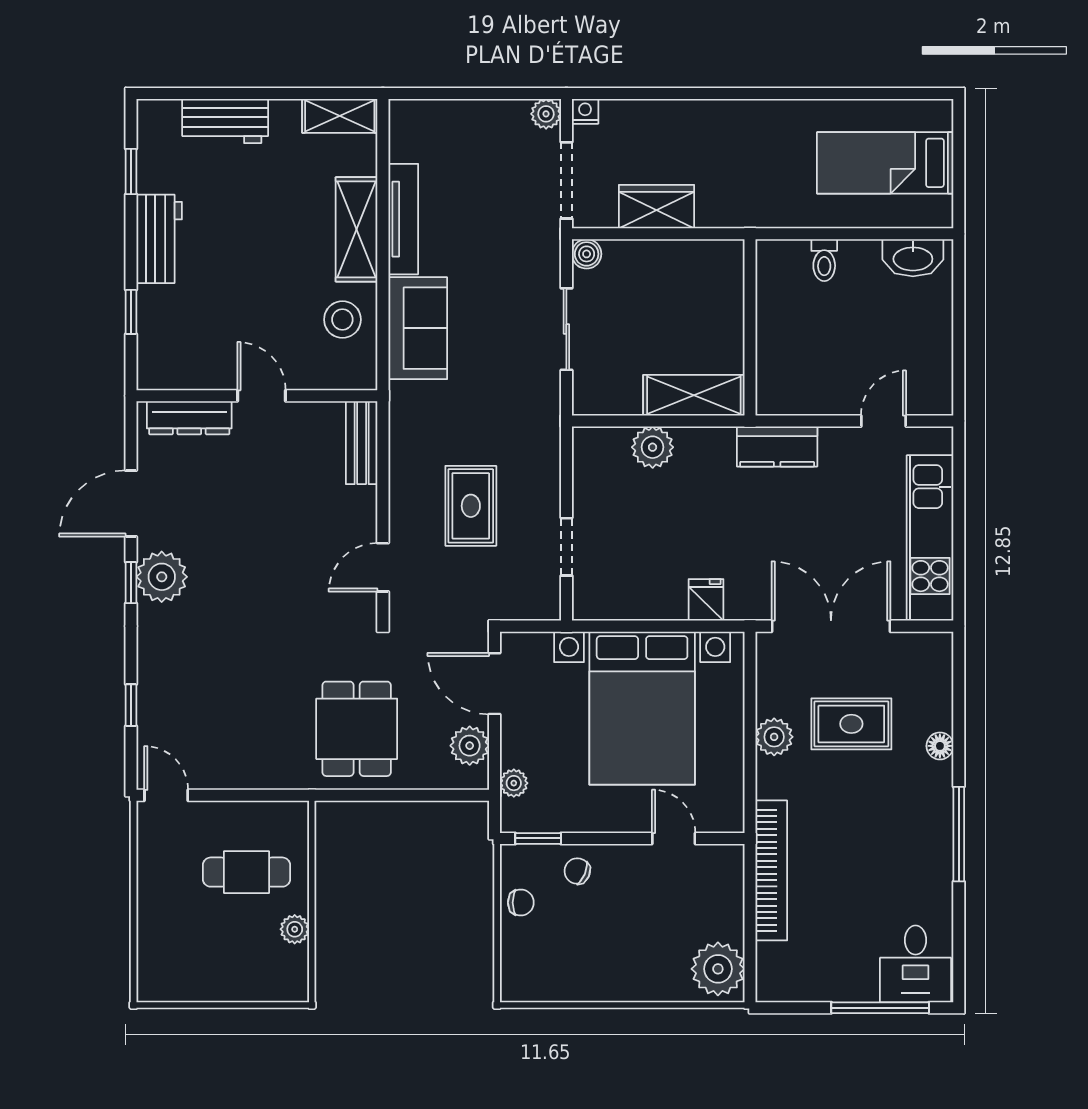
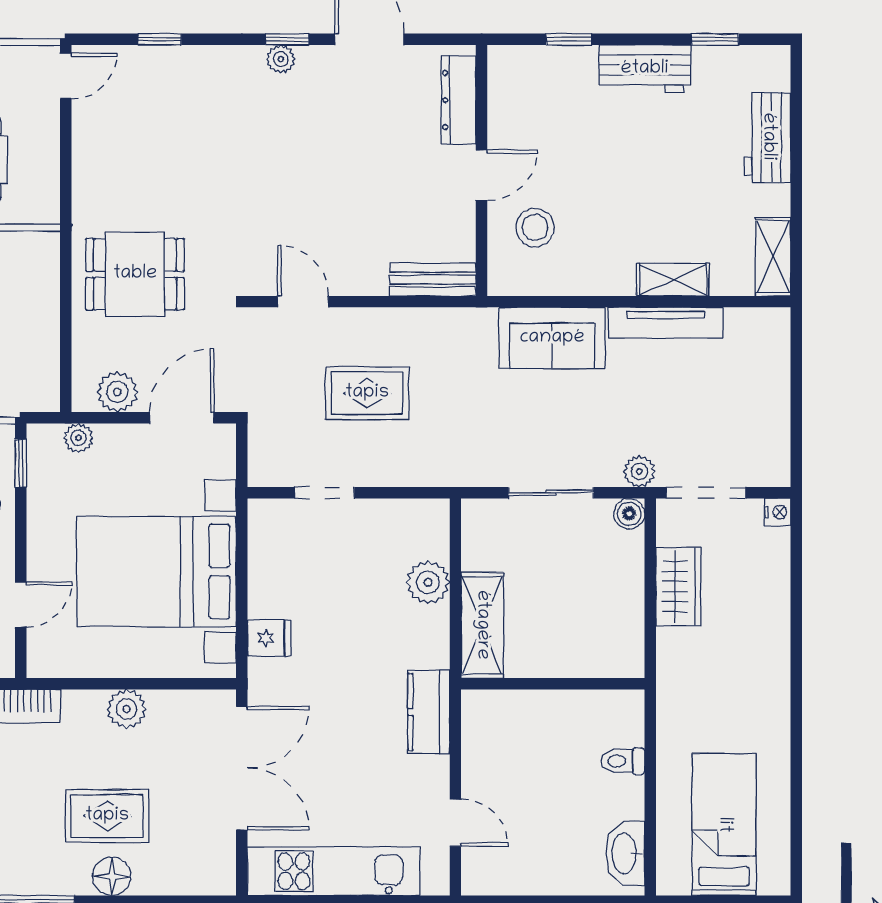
plant: (546, 114) -> (639, 471), moved
shelving: (357, 229) -> (673, 280), width x0.67, depth x0.75
stool: (342, 320) -> (535, 227), moved
plant: (162, 577) -> (281, 59), width x0.53, depth x0.53
rug: (851, 724) -> (107, 816), moved, turned 90
floor lamp: (940, 746) -> (112, 876), width x1.37, depth x1.37

